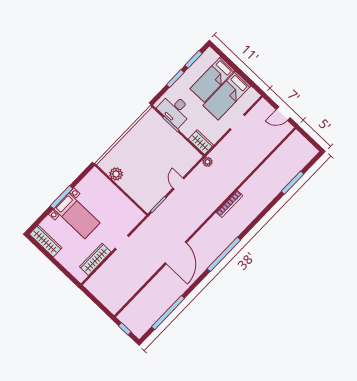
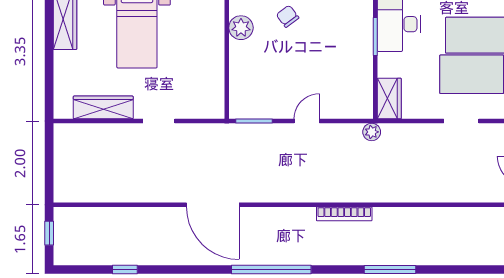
chair: (129, 151) -> (288, 16), added
window: (293, 183) -> (390, 269), moved
door: (176, 253) -> (213, 205), hinge flipped
window: (168, 313) -> (125, 269), width x0.32

